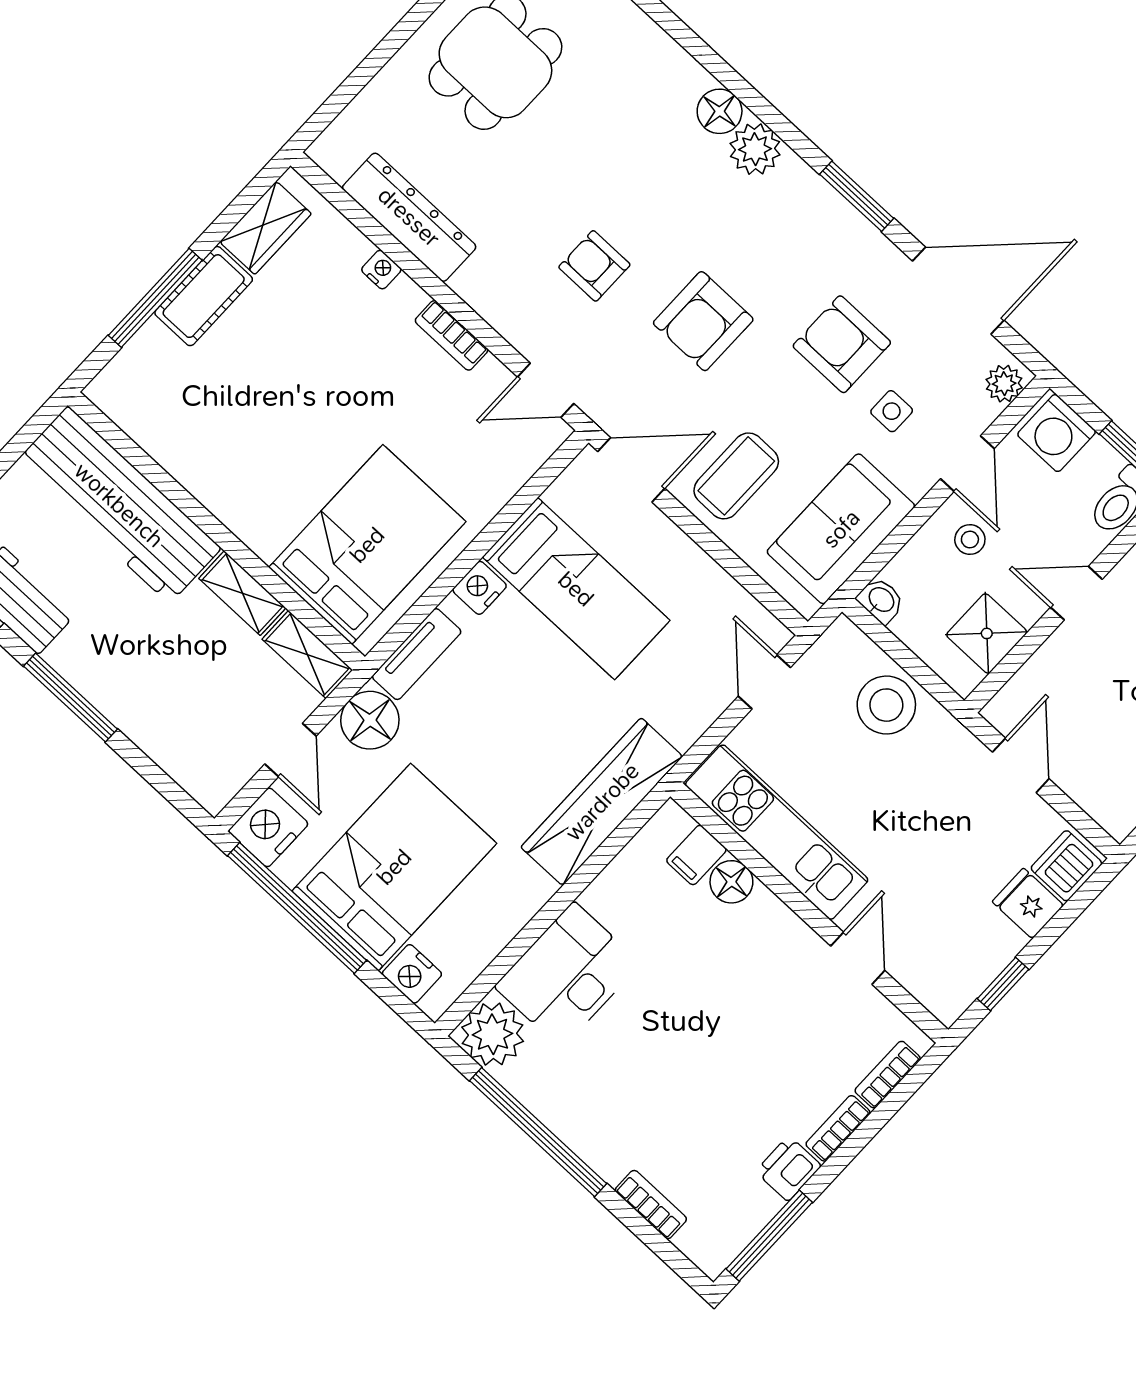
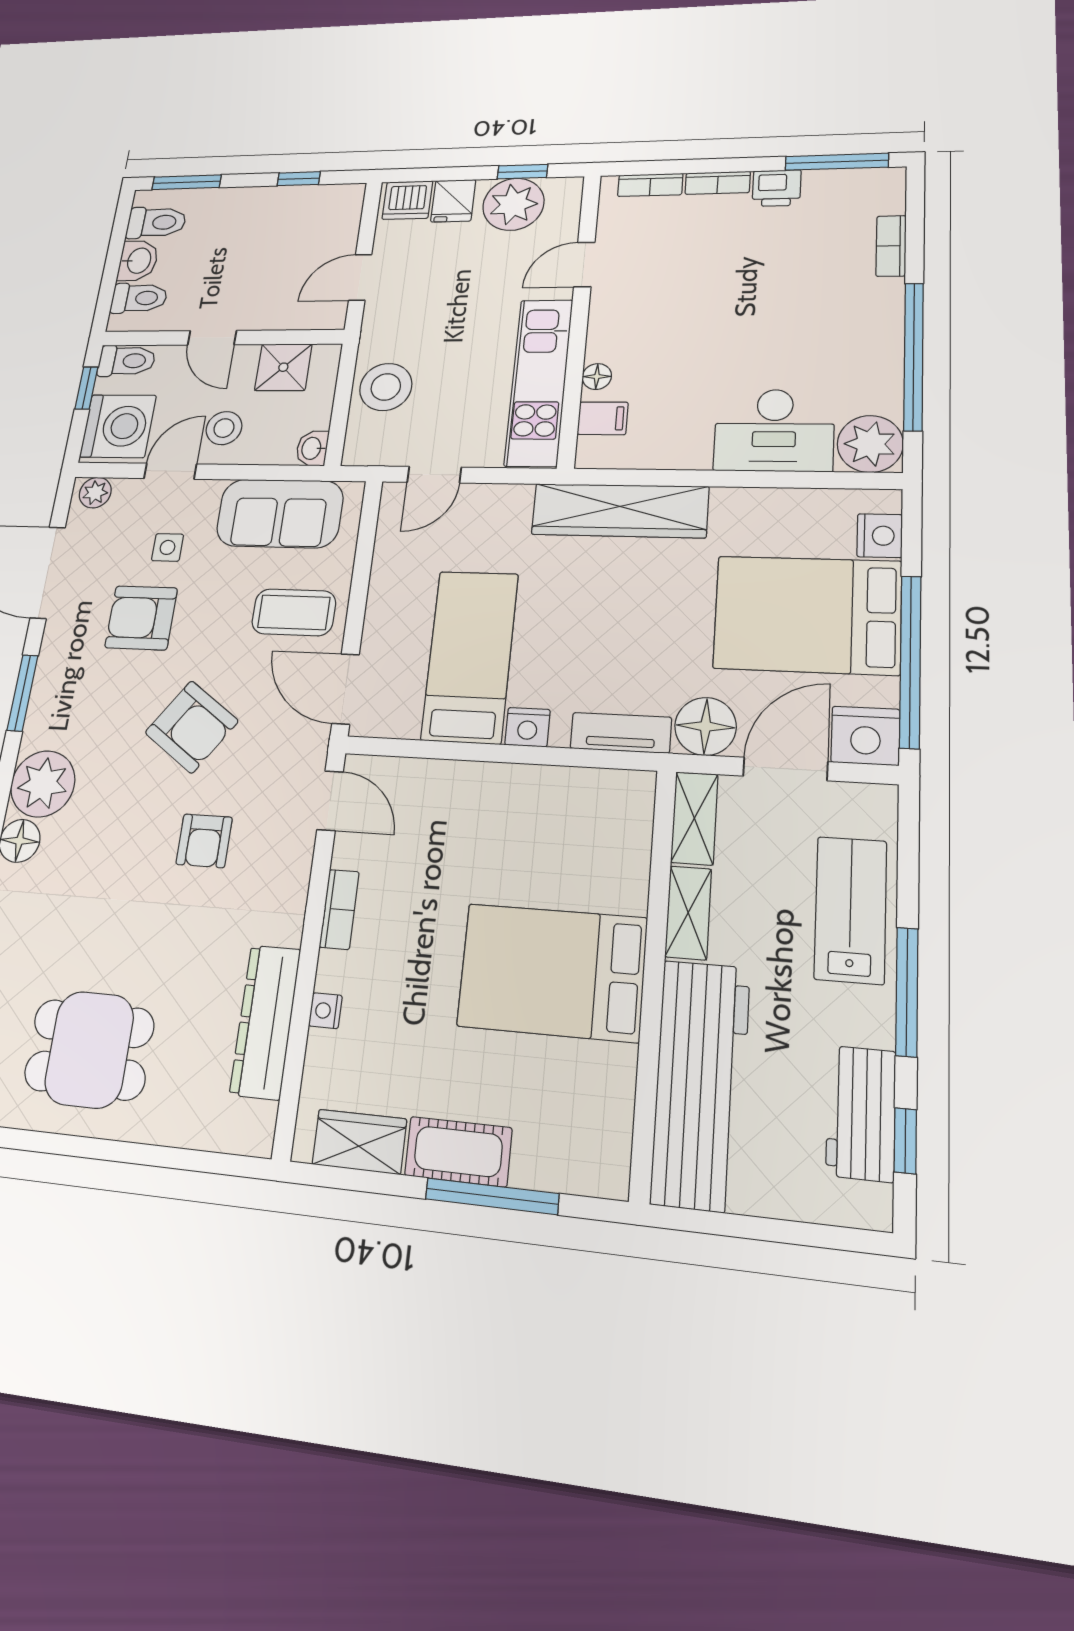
plant: (755, 149) -> (43, 784), width x1.36, depth x1.36
armchair: (703, 321) -> (192, 727), turned 35
armchair: (842, 344) -> (141, 618), turned 90
washing machine: (1057, 433) -> (118, 426), width x1.37, depth x1.37
stool: (970, 540) -> (224, 428), width x1.37, depth x1.37
bed: (367, 545) -> (552, 972), moved
lab bench: (155, 708) -> (850, 910), added
door: (291, 750) -> (785, 769), width x1.38
floor lamp: (731, 882) -> (597, 377), width x0.73, depth x0.73
plant: (975, 950) -> (513, 204), added

